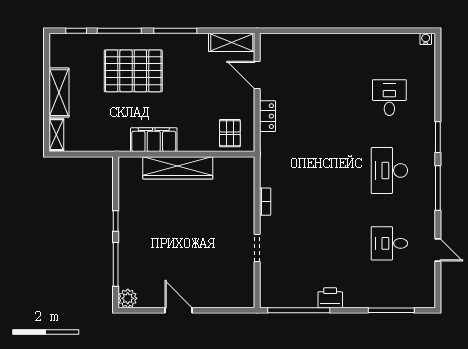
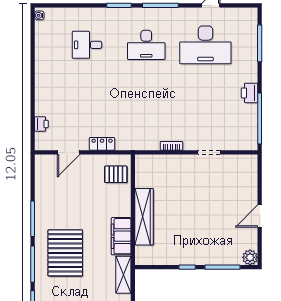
printer: (292, 41) -> (41, 124), added
shelving: (232, 42) -> (123, 275), moved
desk: (389, 243) -> (205, 45), width x1.87, depth x1.30

